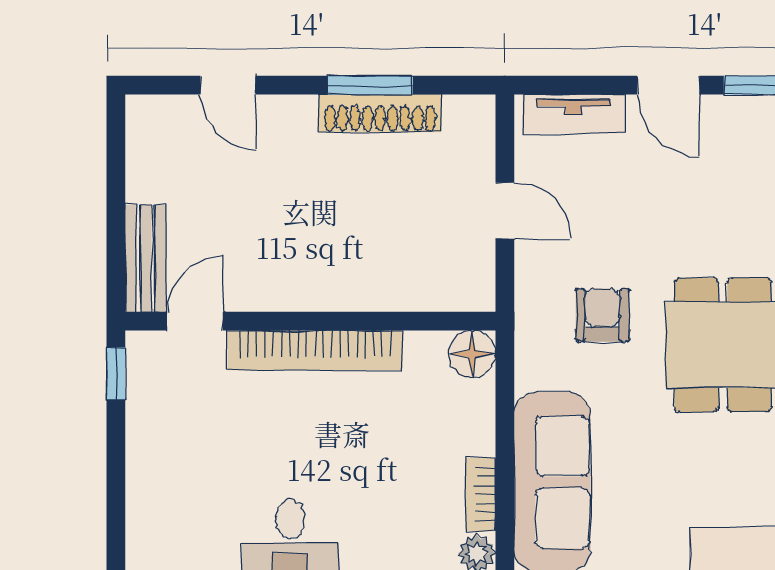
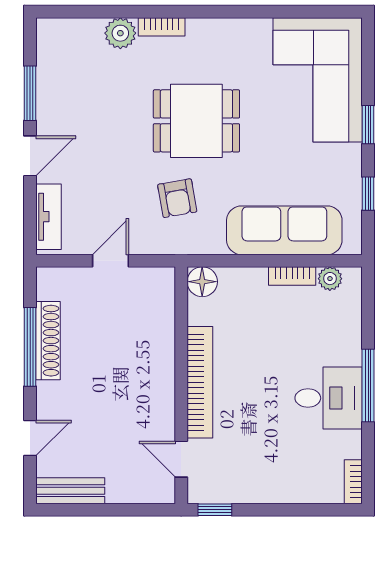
window: (370, 85) -> (30, 347), width x1.44
bench: (146, 258) -> (70, 491), moved
armchair: (602, 315) -> (177, 198), turned -100

